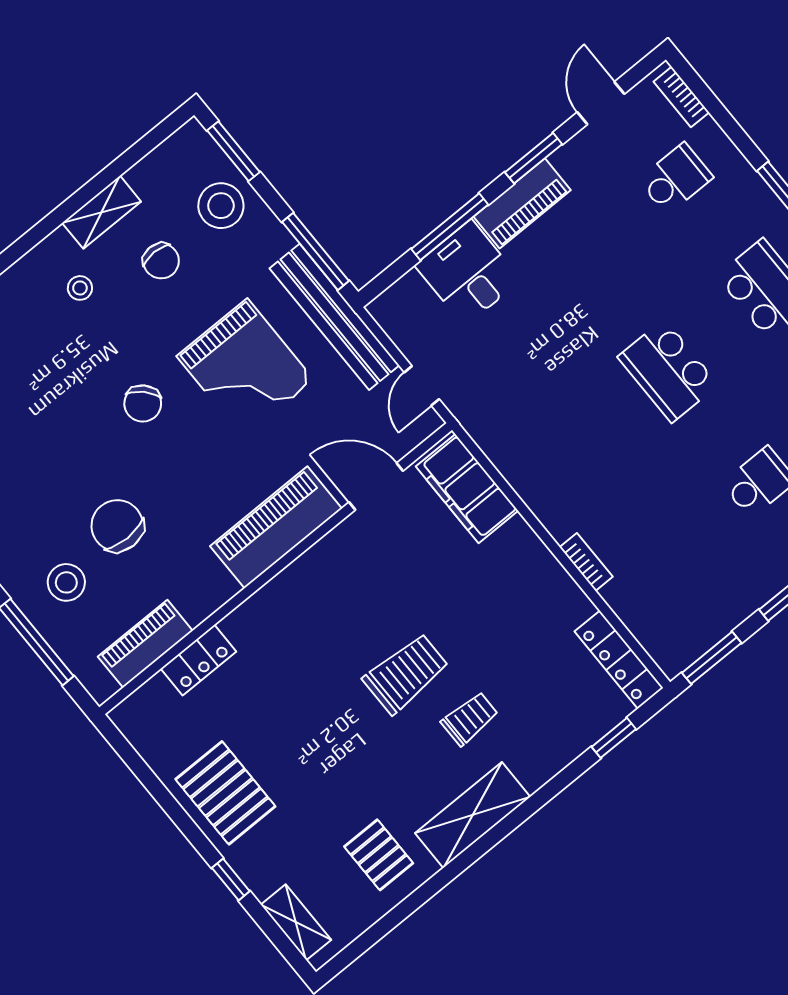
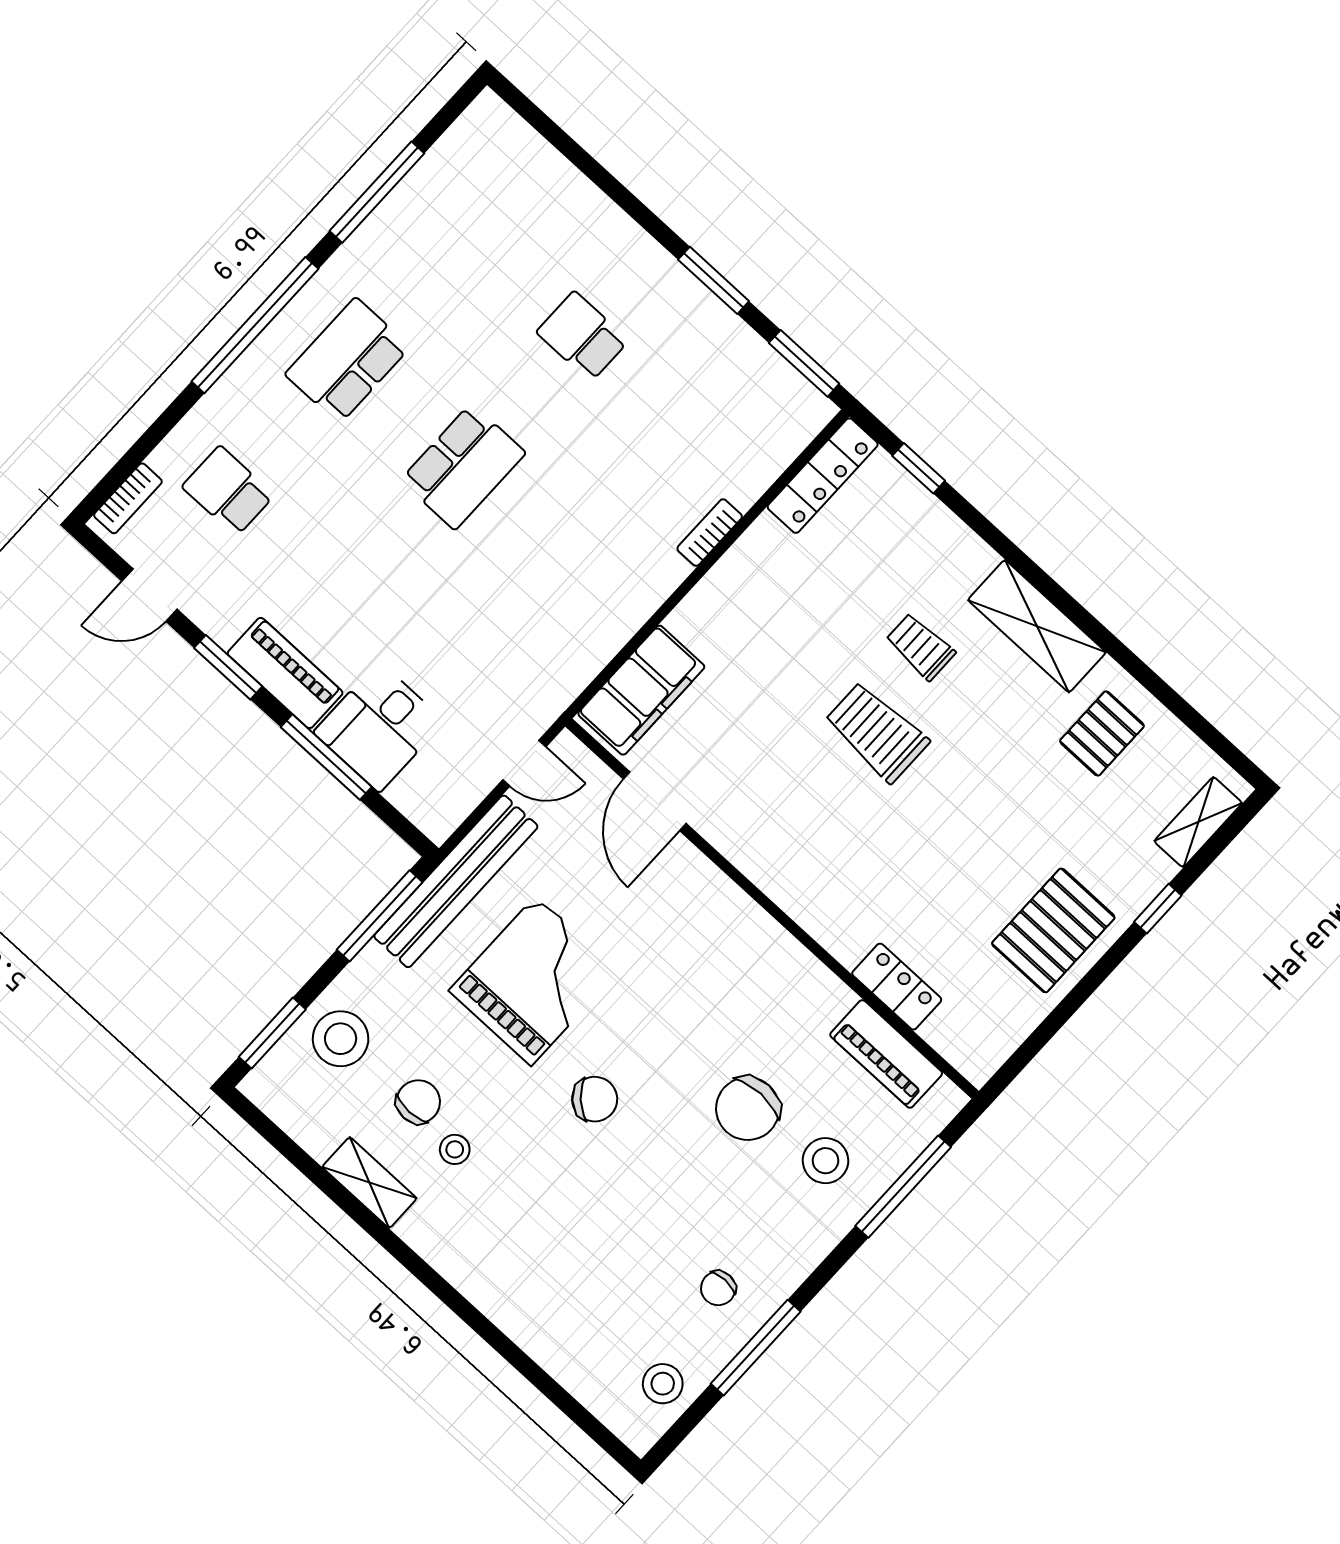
stool: (80, 288) -> (455, 1149), moved
piano: (276, 527) -> (722, 916), removed

